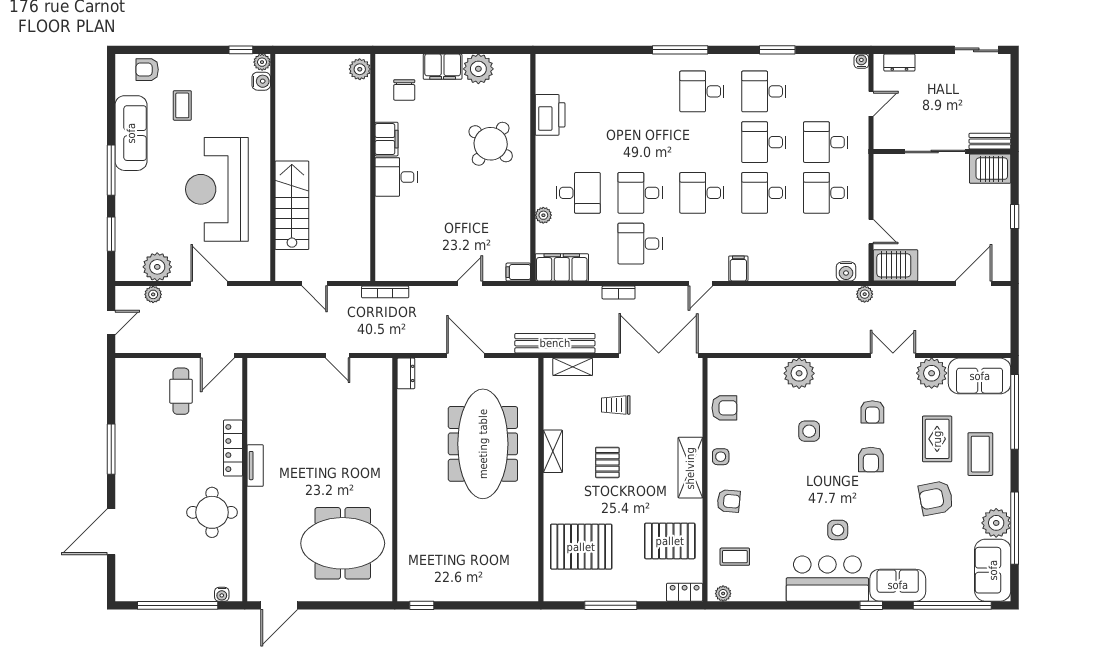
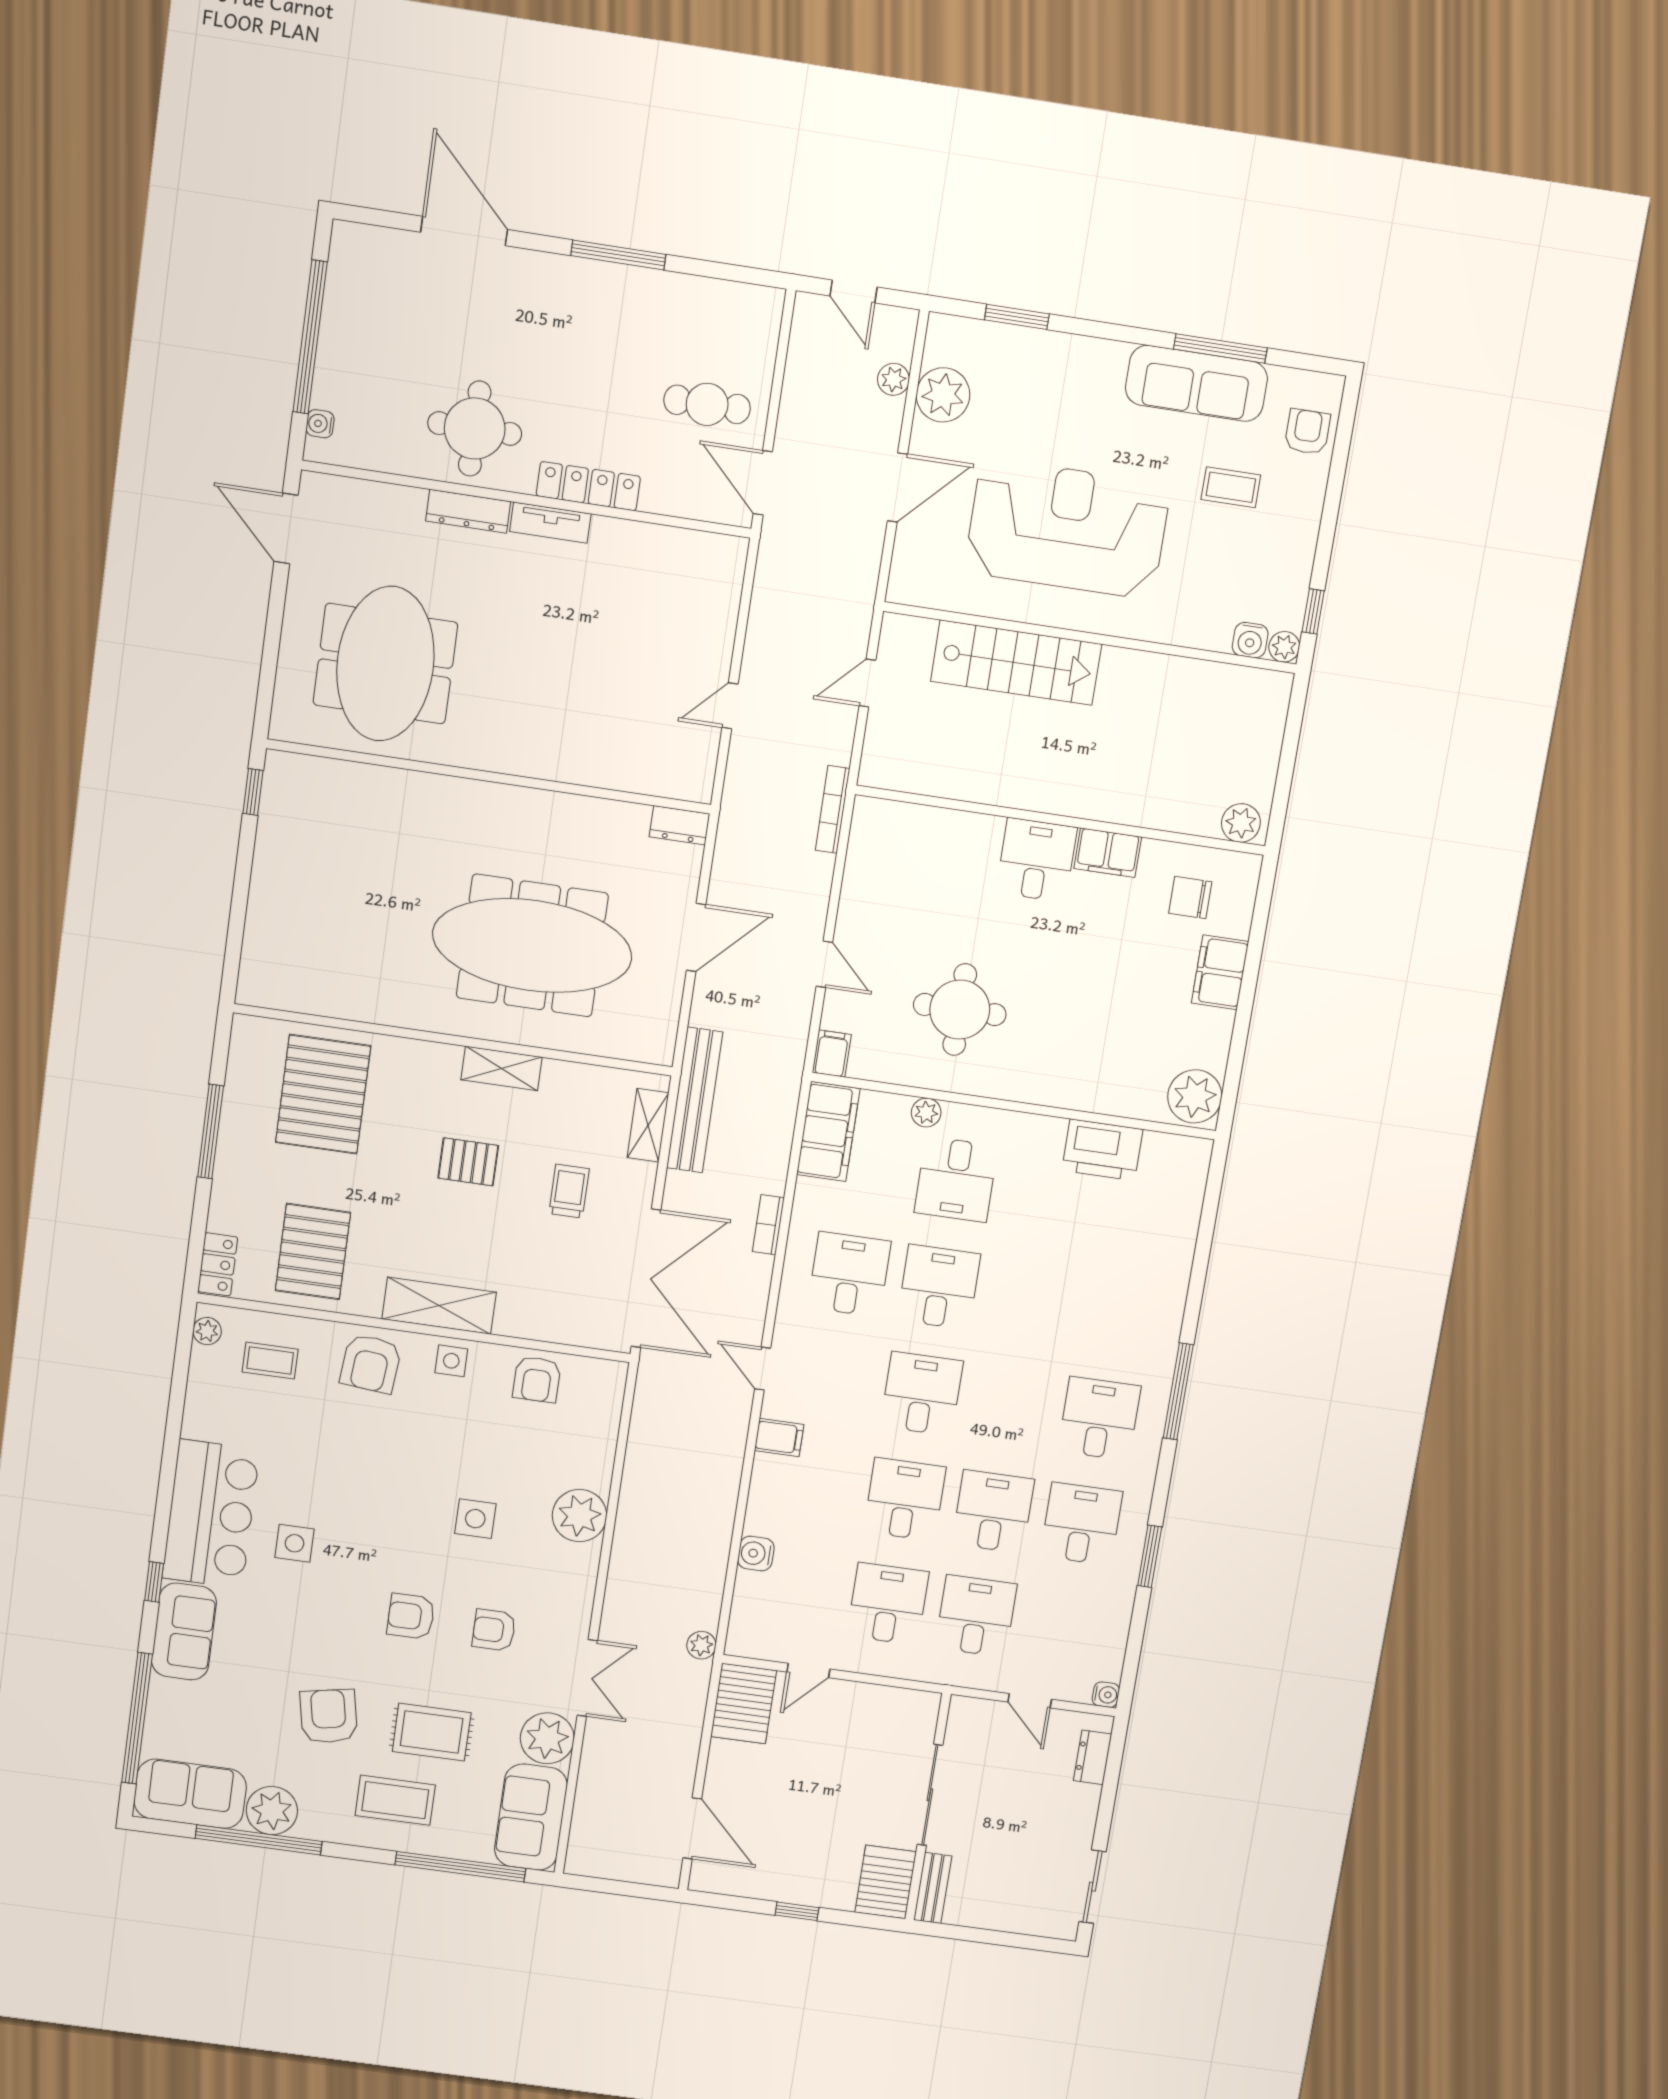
plant: (478, 69) -> (1195, 1096), moved
round table: (491, 144) -> (960, 1010), moved, turned -38
window: (111, 170) -> (1220, 348), moved
water cooler: (846, 271) -> (756, 1554), moved
armchair: (729, 501) -> (371, 1364), width x1.38, depth x1.38
dresser: (256, 510) -> (468, 511), added
coffee table: (735, 557) -> (270, 1361), turned 90

